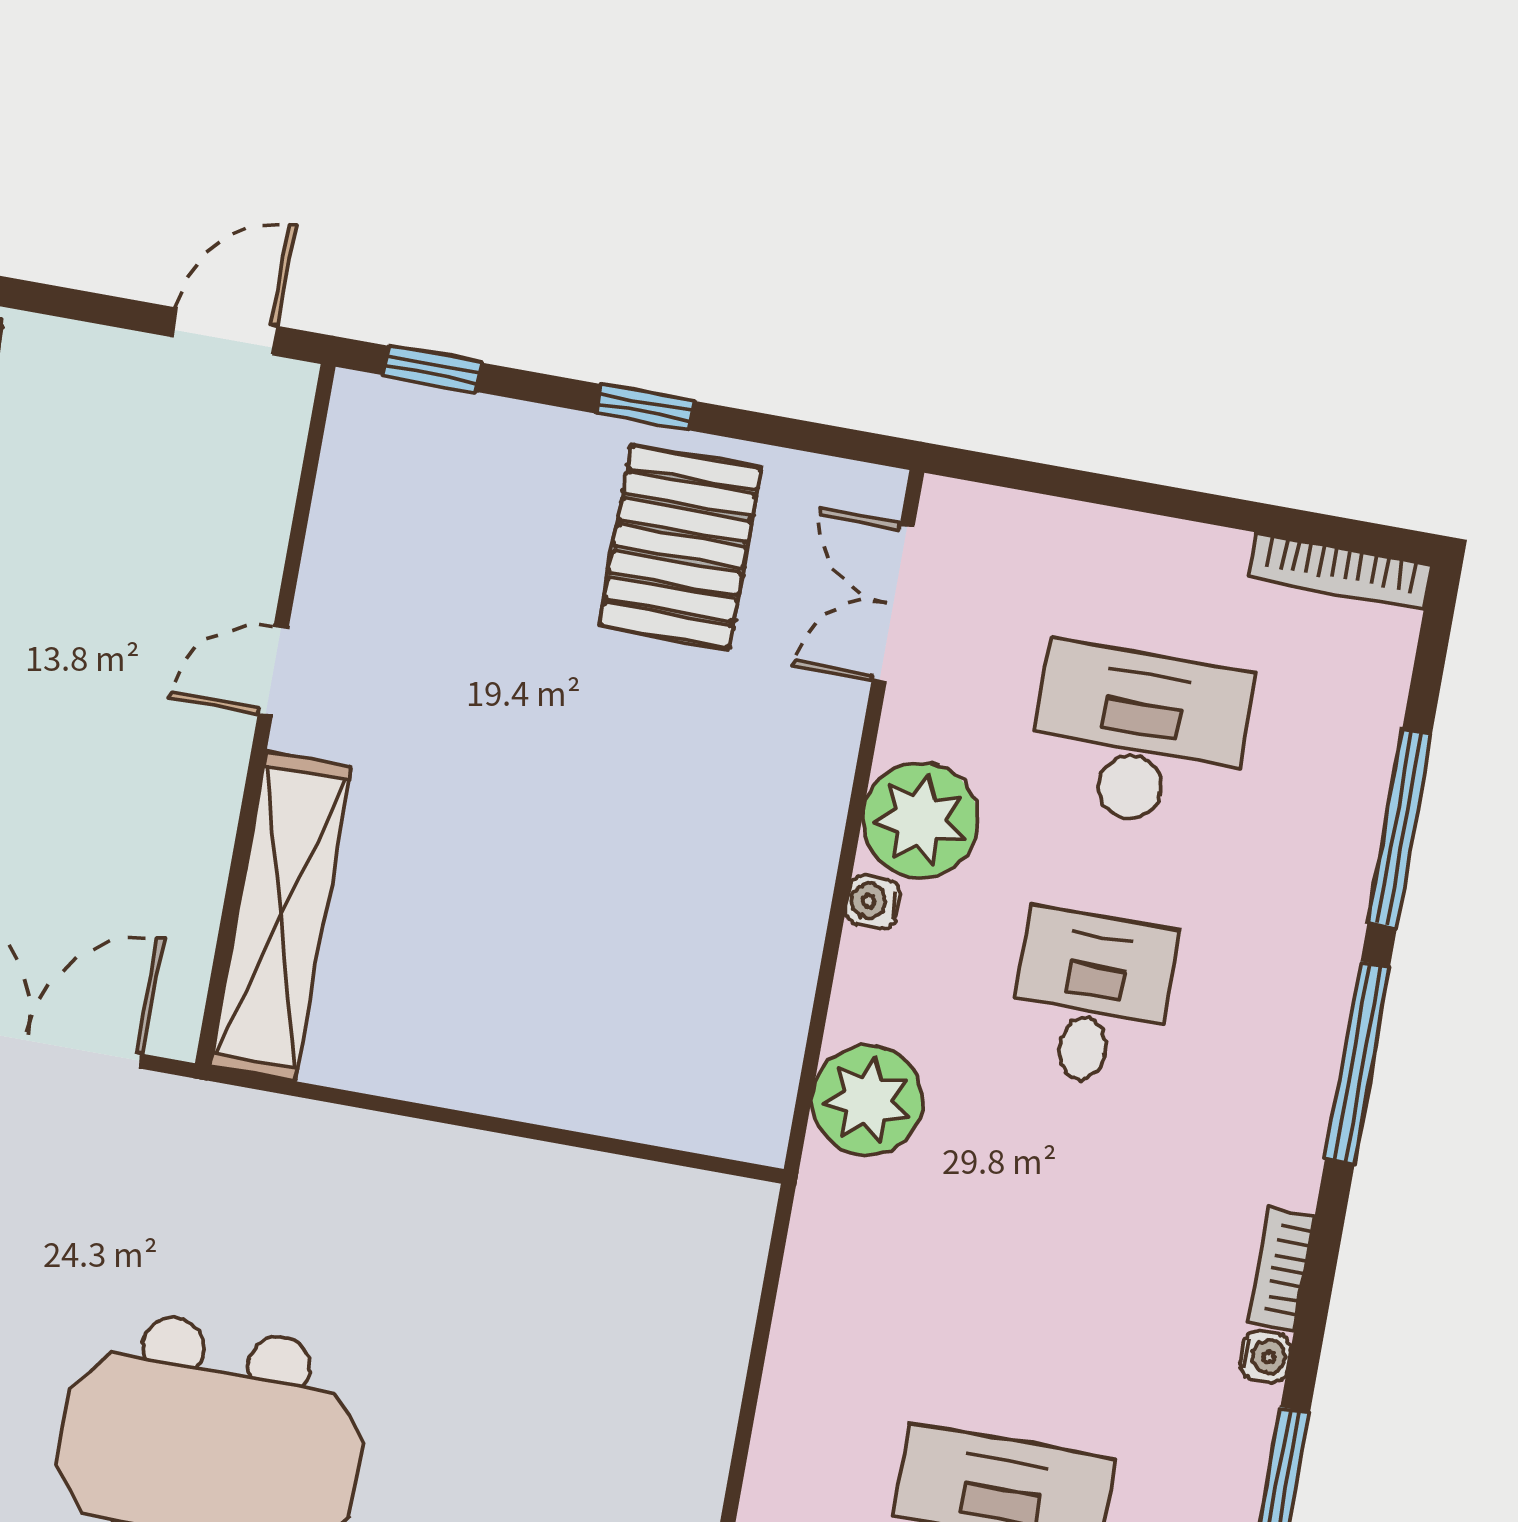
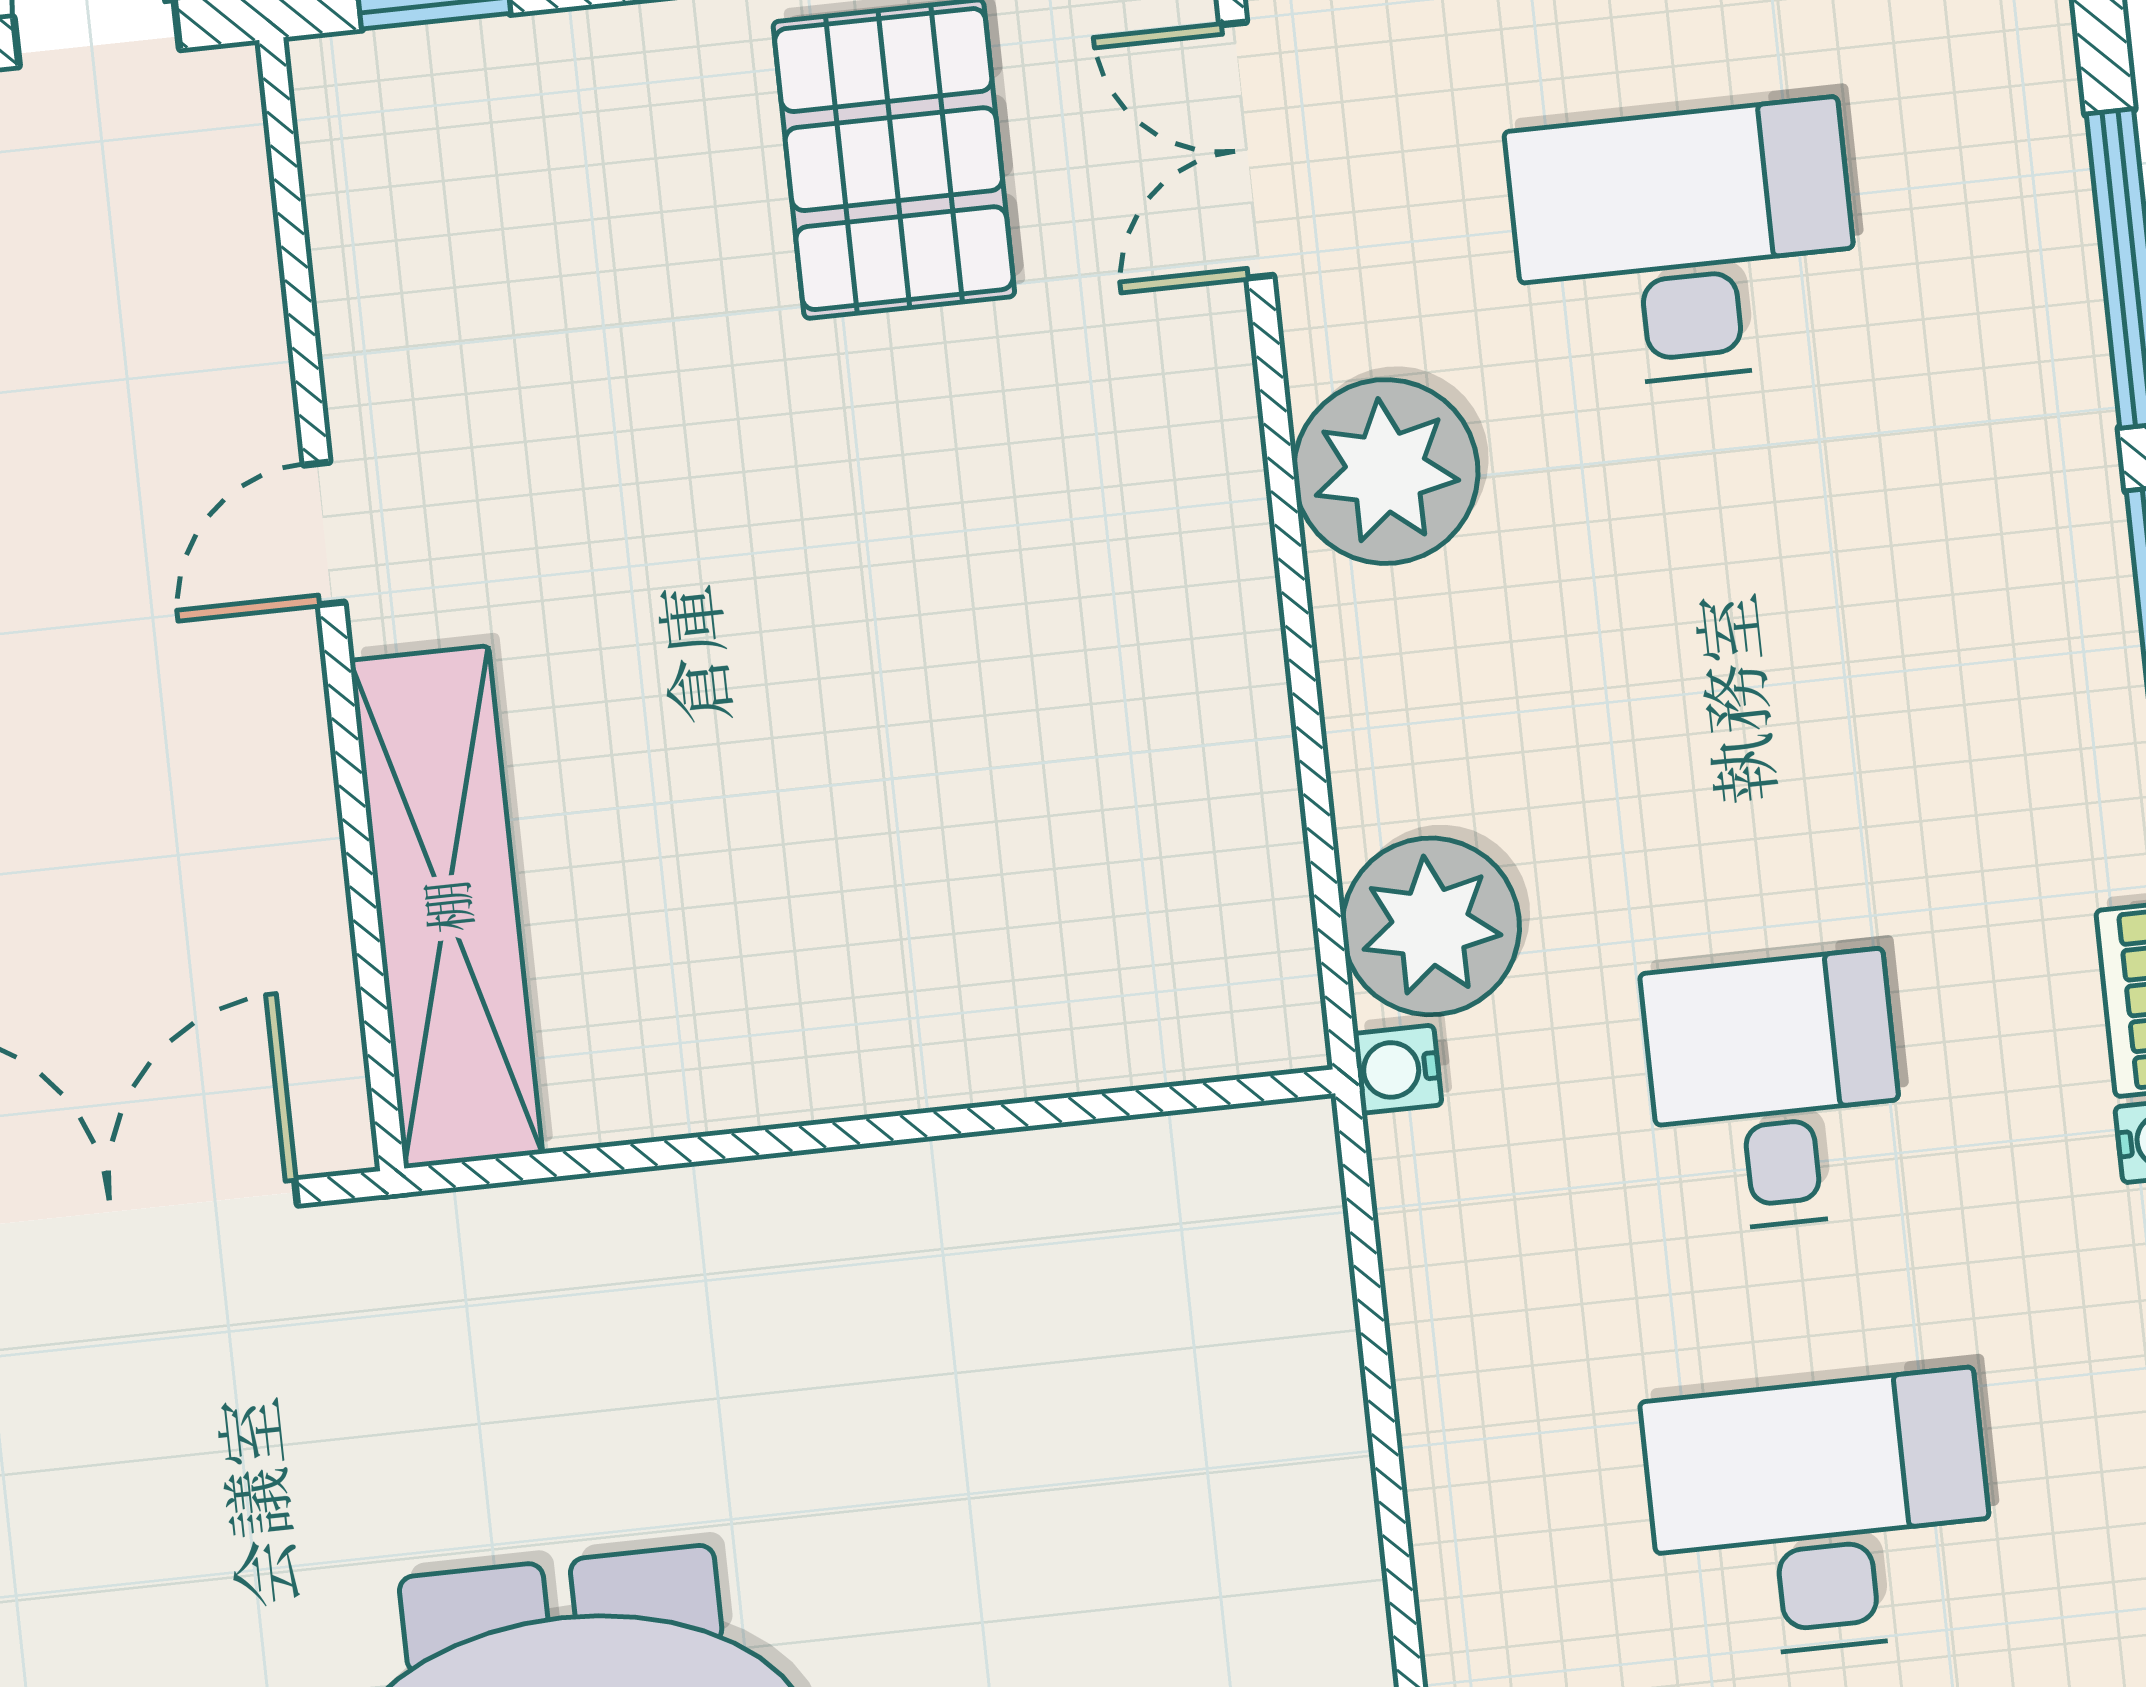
water cooler: (873, 902) -> (1398, 1069), moved
desk: (1092, 998) -> (1775, 1092), moved

